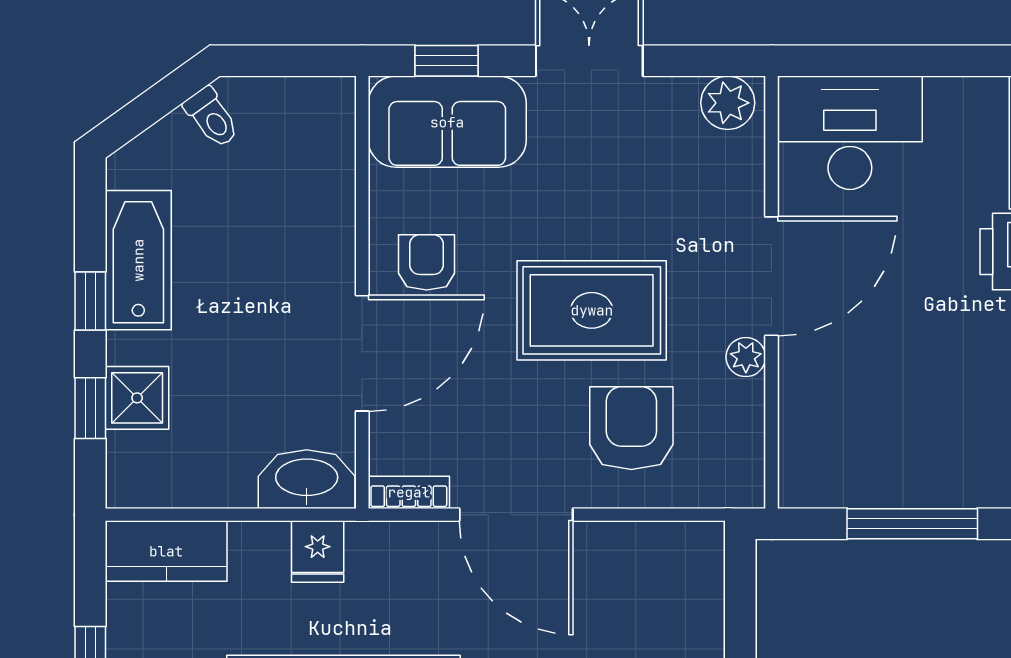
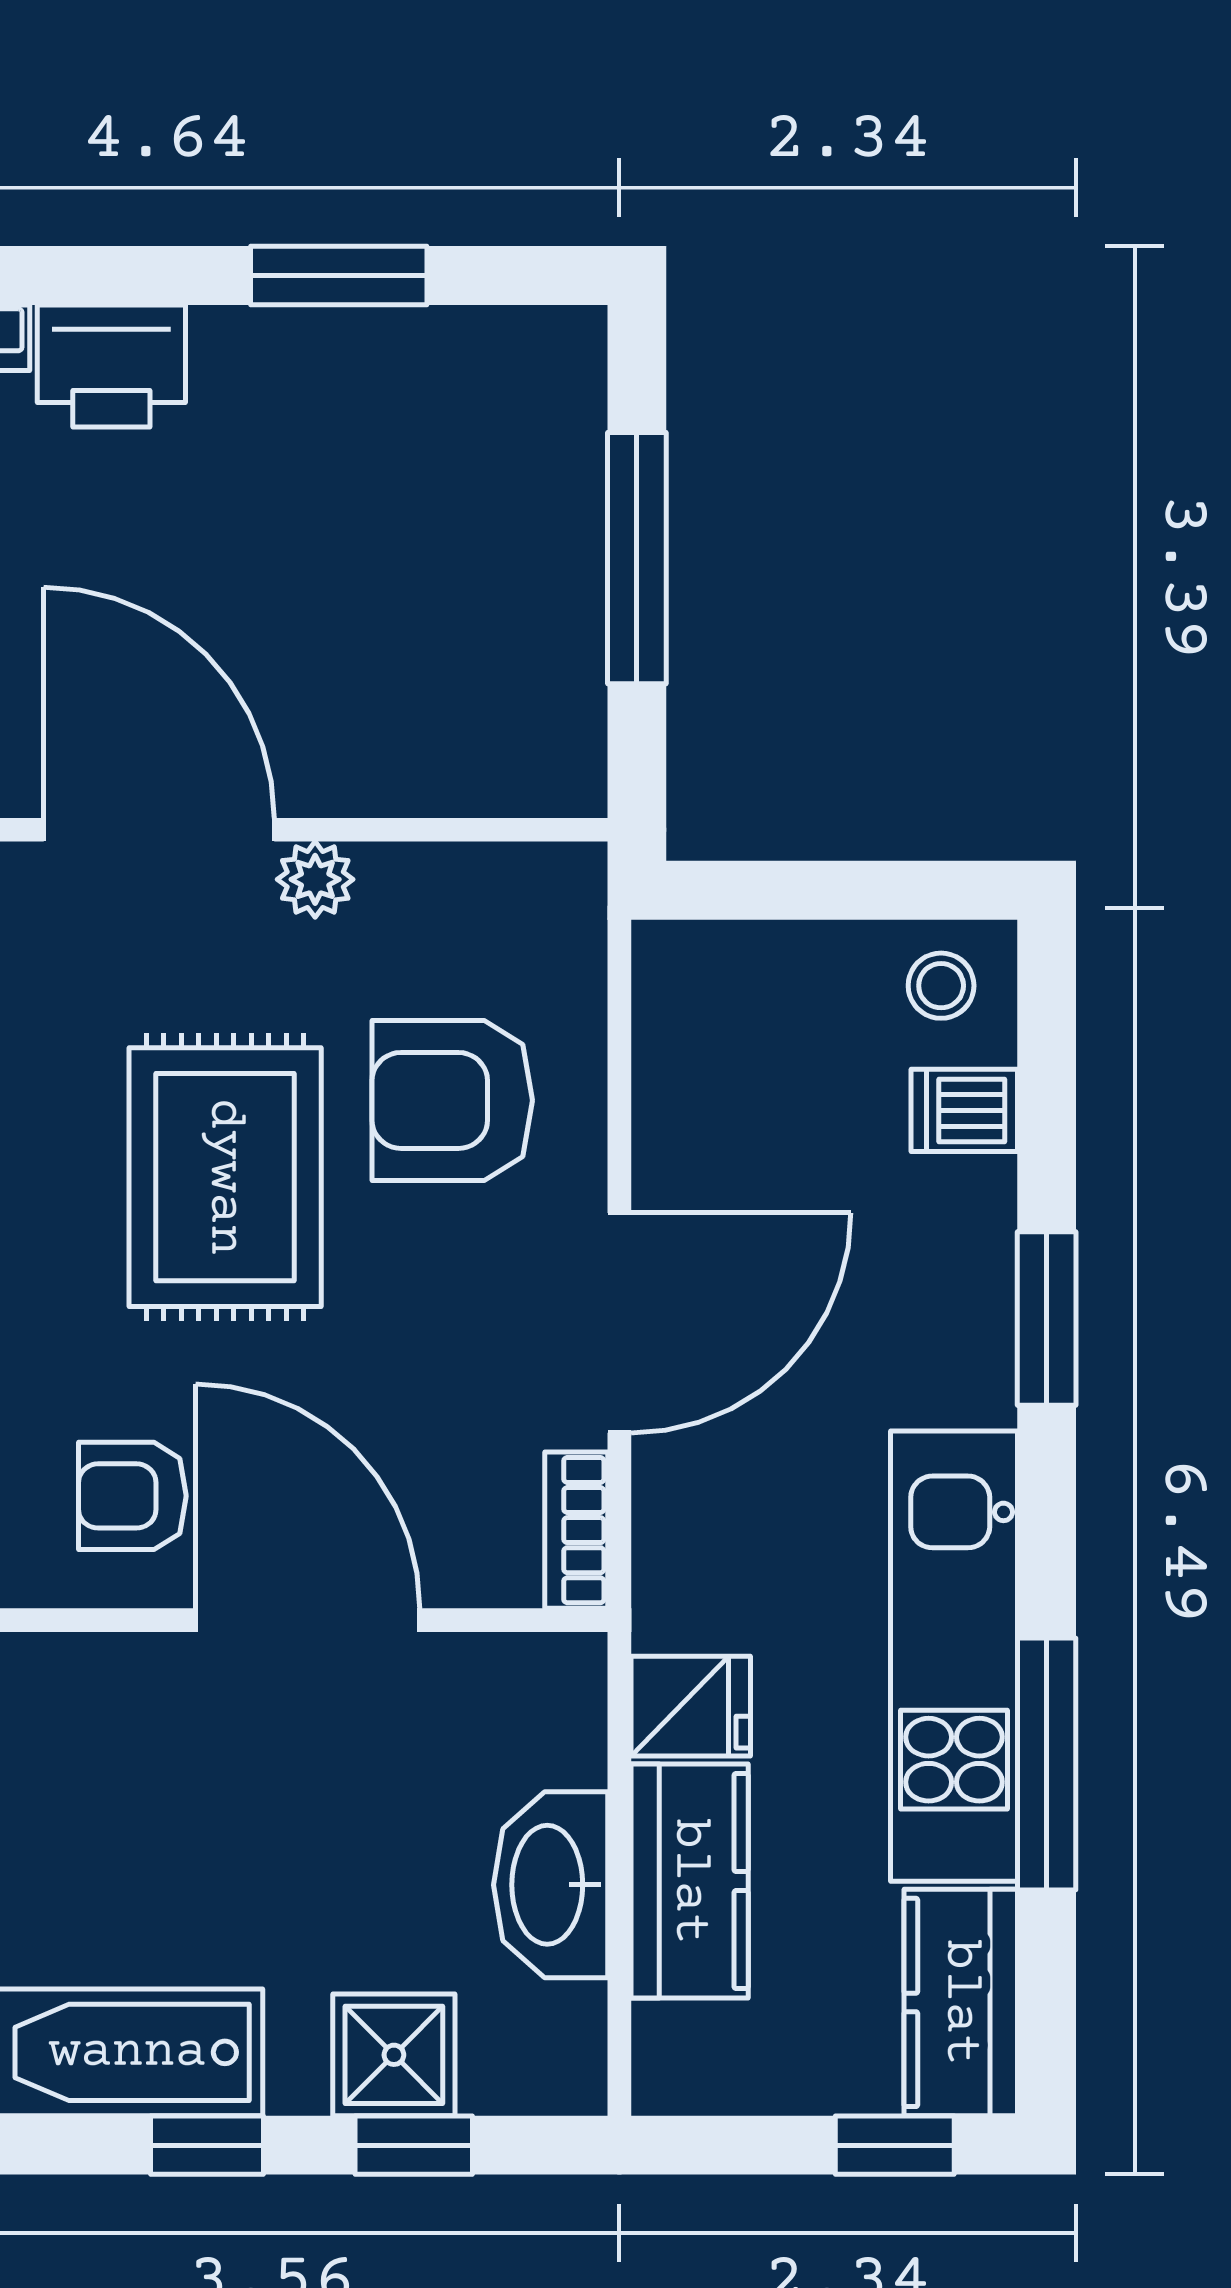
washbasin: (307, 479) -> (551, 1885), moved
kitchen counter: (166, 551) -> (690, 1881), moved

